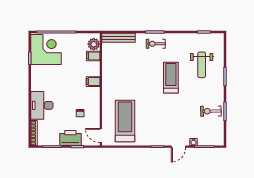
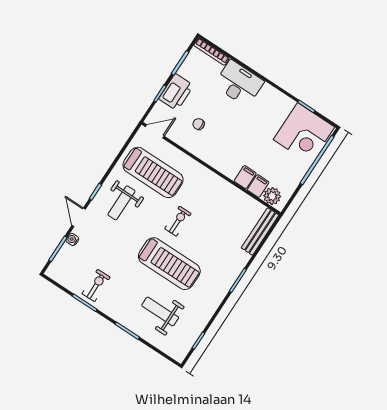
exercise bike: (156, 44) -> (178, 221), moved
treadmill: (171, 78) -> (169, 264), width x1.37, depth x1.38
filing cabinet: (93, 82) -> (245, 177), moved
weight bench: (154, 128) -> (121, 203), added

